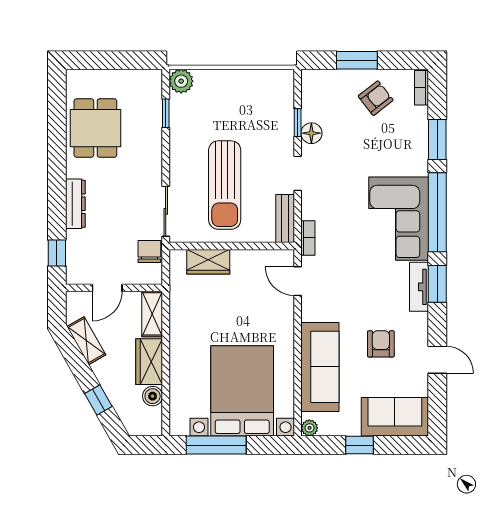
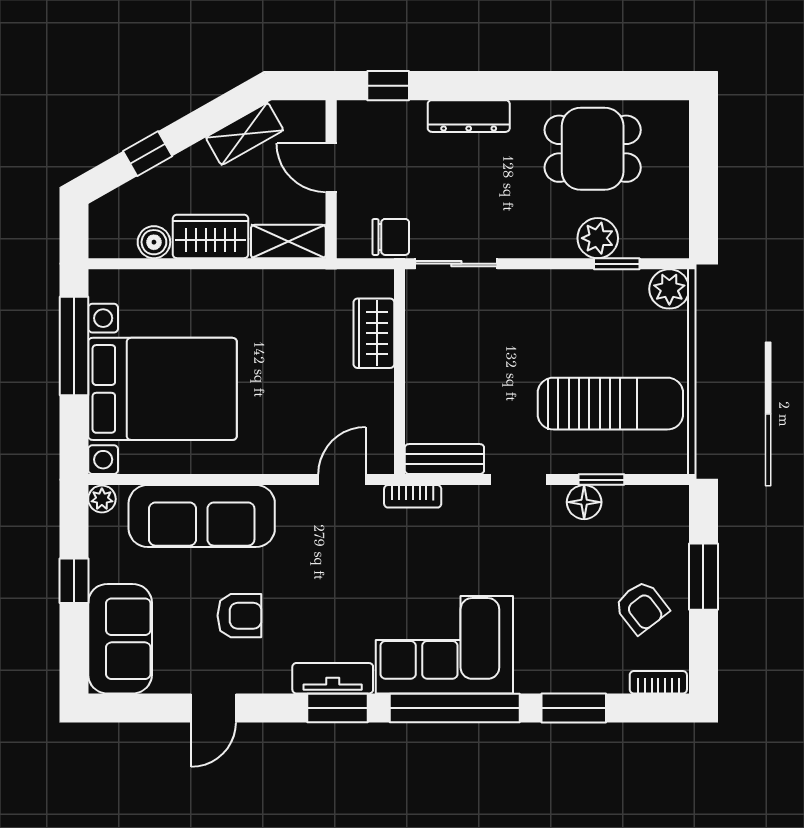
plant: (150, 125) -> (598, 238), added
sun lounger: (225, 185) -> (610, 404), moved, turned 180

